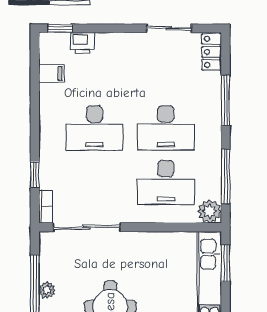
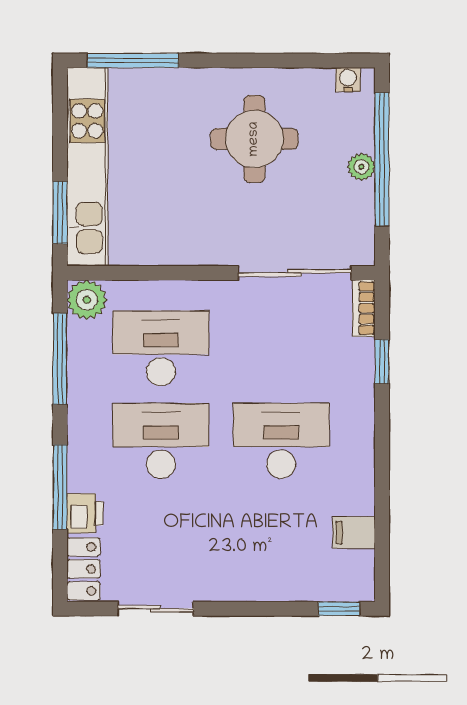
printer: (82, 43) -> (85, 513), moved, turned 90

